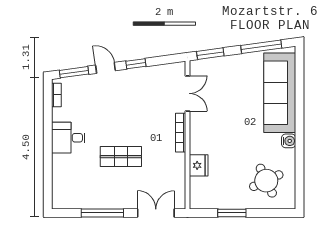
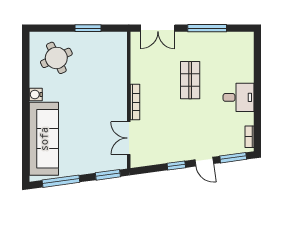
shop shelf: (121, 157) -> (190, 80), turned 90
fridge: (199, 165) -> (119, 72), removed

